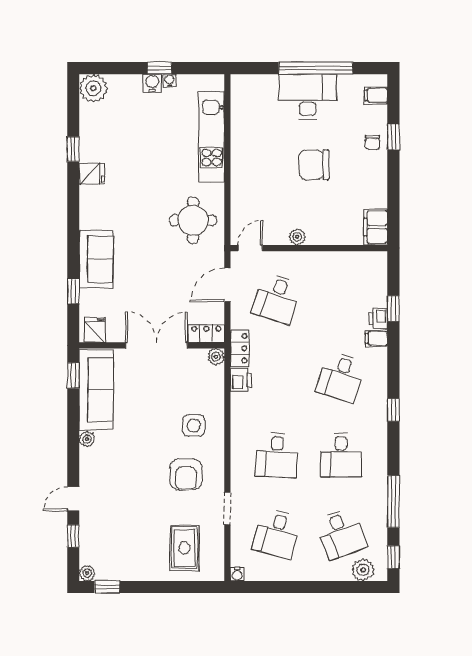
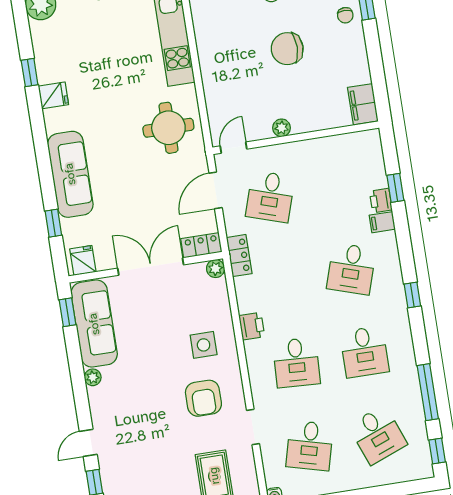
sofa: (96, 259) -> (70, 174), width x1.36
printer: (241, 380) -> (252, 326), moved
plant: (363, 570) -> (407, 470), removed

